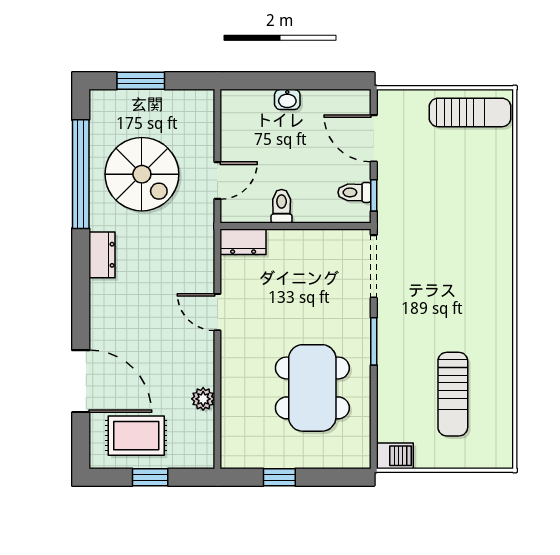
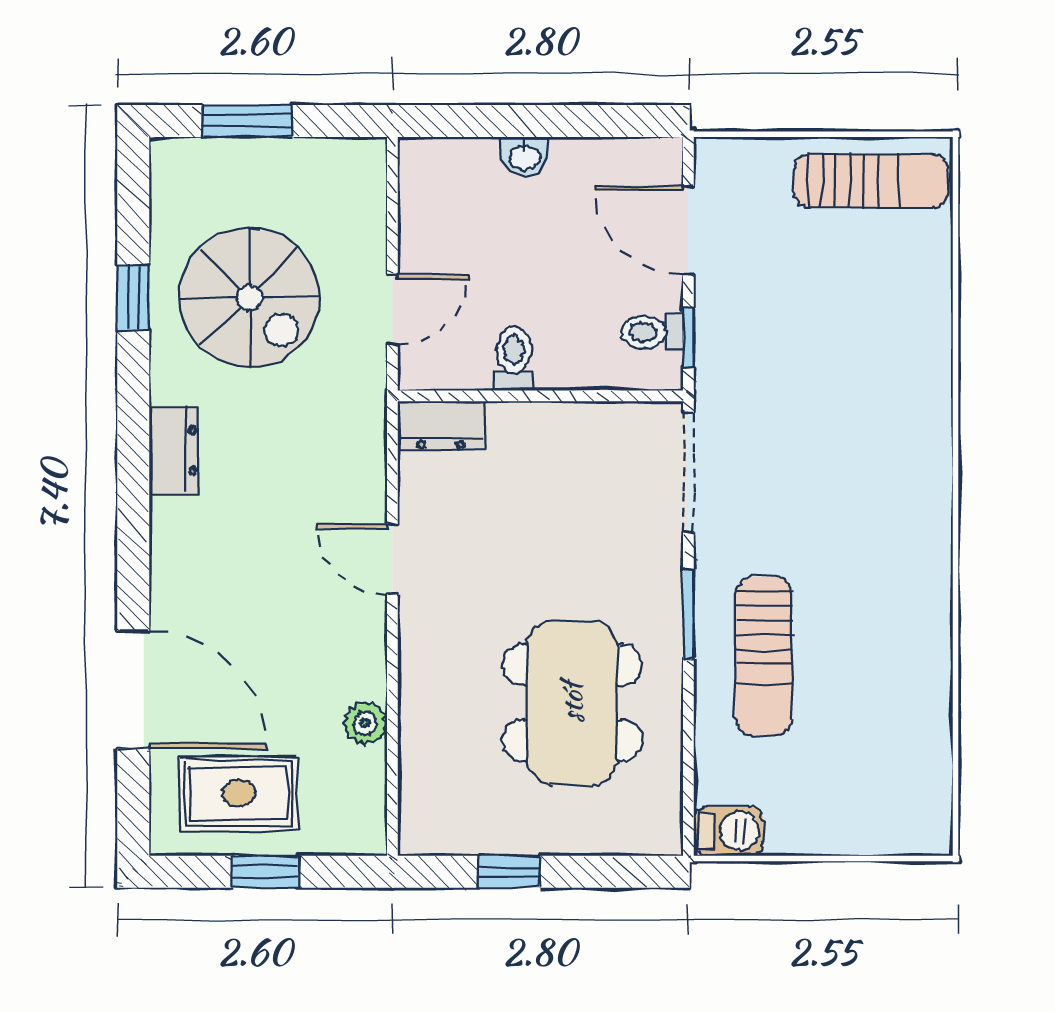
window: (81, 174) -> (133, 298), width x0.32
sun lounger: (453, 394) -> (764, 656), moved

